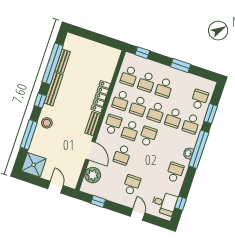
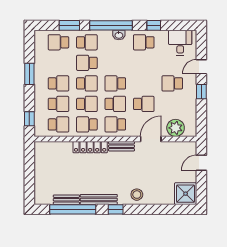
school desk: (121, 100) -> (87, 124), turned 180
school desk: (174, 118) -> (87, 63), turned 180
window: (29, 135) -> (156, 209), removed
window: (98, 201) -> (201, 92), moved
window: (181, 203) -> (154, 25), moved

